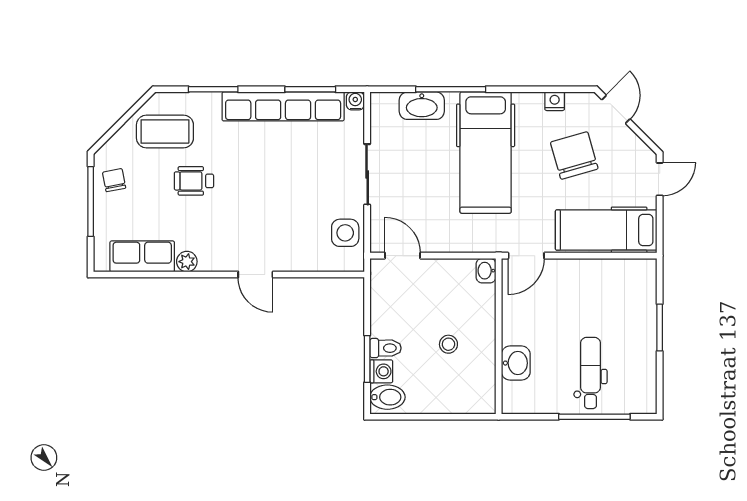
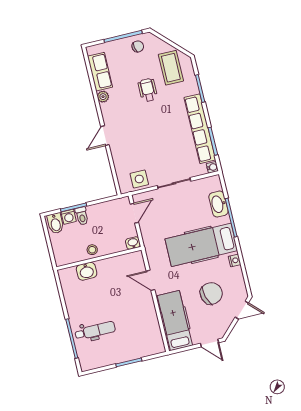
nightstand: (555, 101) -> (235, 260), moved
washbasin: (486, 271) -> (133, 243), moved
wall: (499, 336) -> (99, 258), moved
washbasin: (516, 363) -> (87, 271), moved

